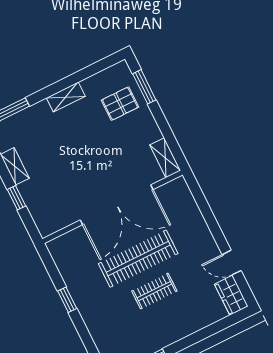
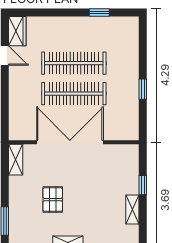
pallet: (120, 104) -> (53, 200), moved, turned 90
clothes rail: (154, 291) -> (74, 63), width x1.86, depth x1.31

